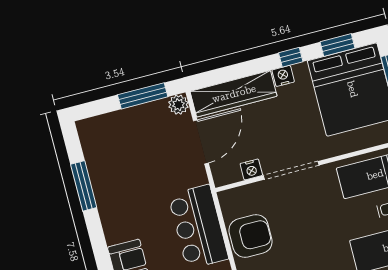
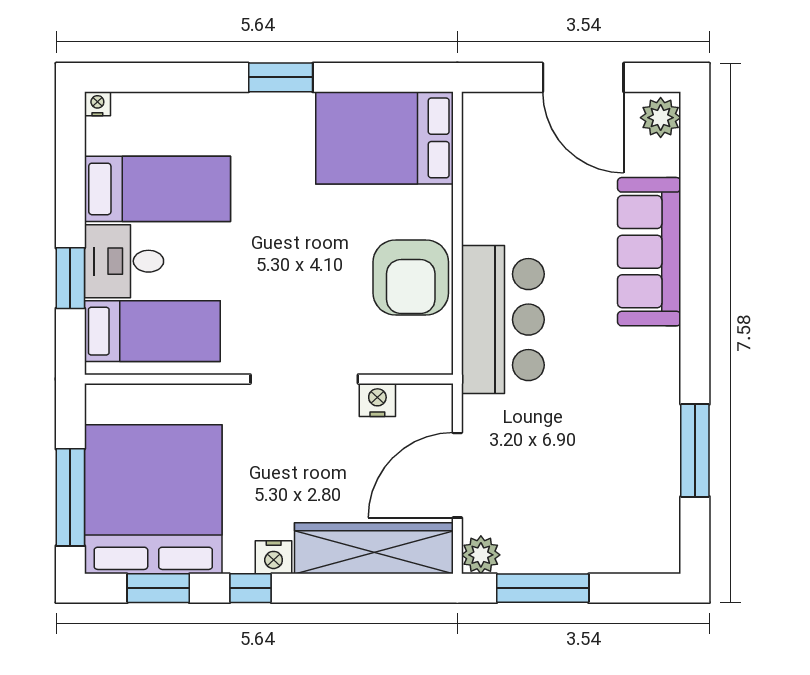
armchair: (251, 236) -> (411, 278), turned -90

